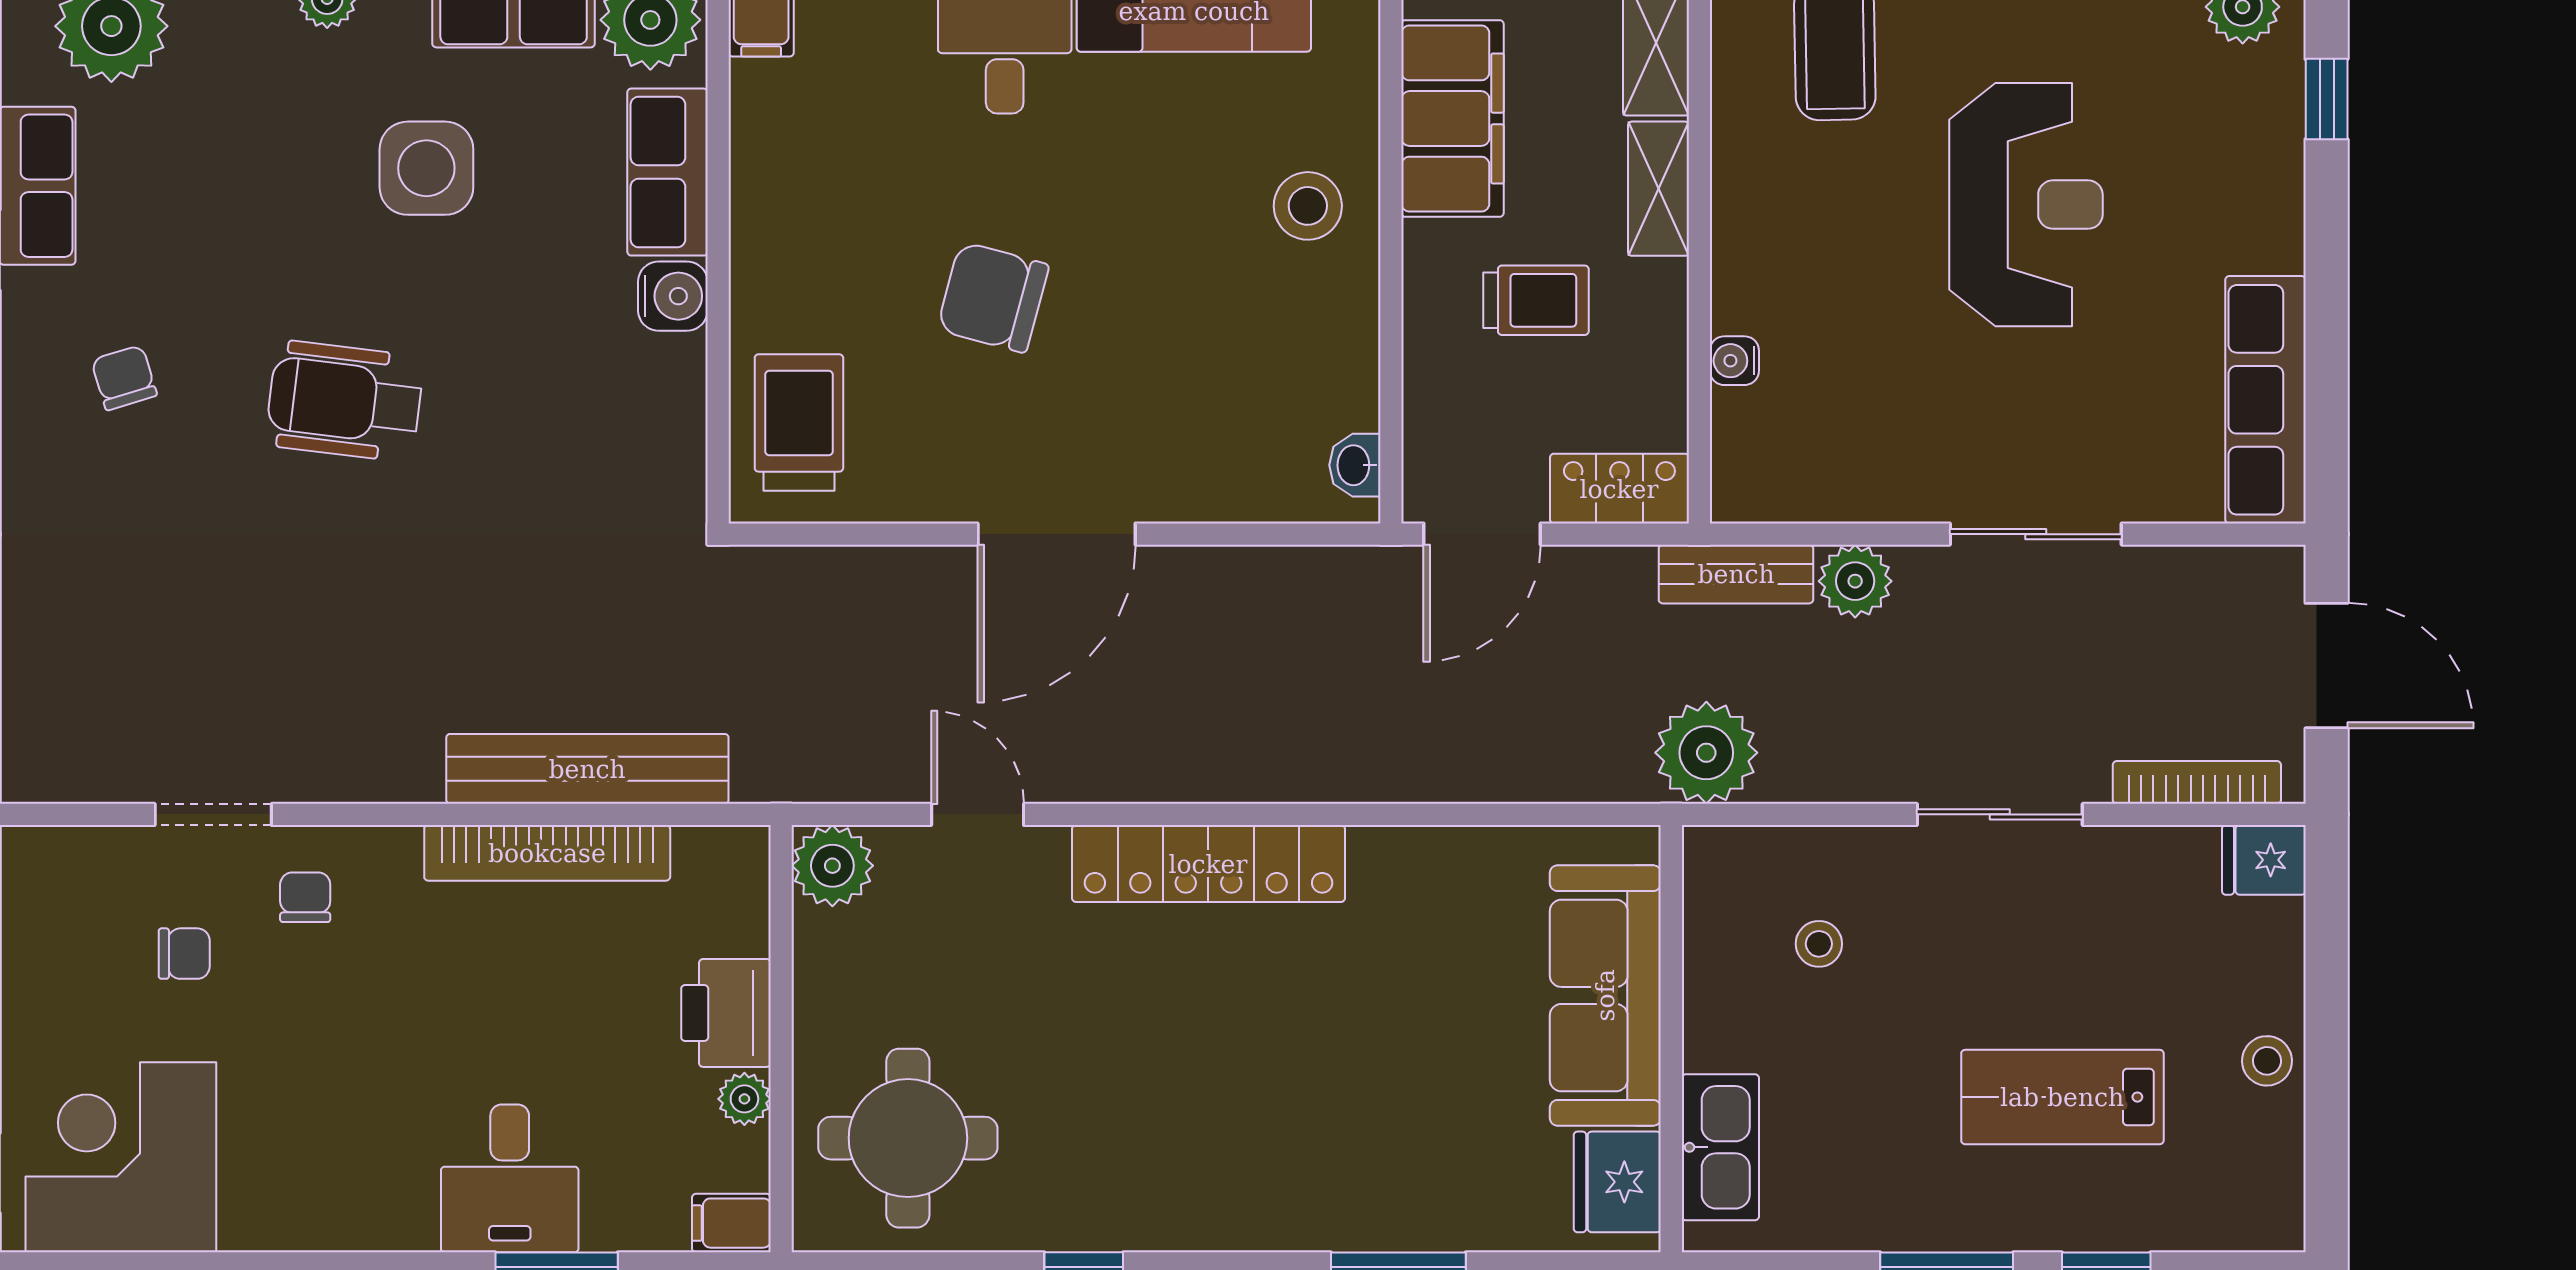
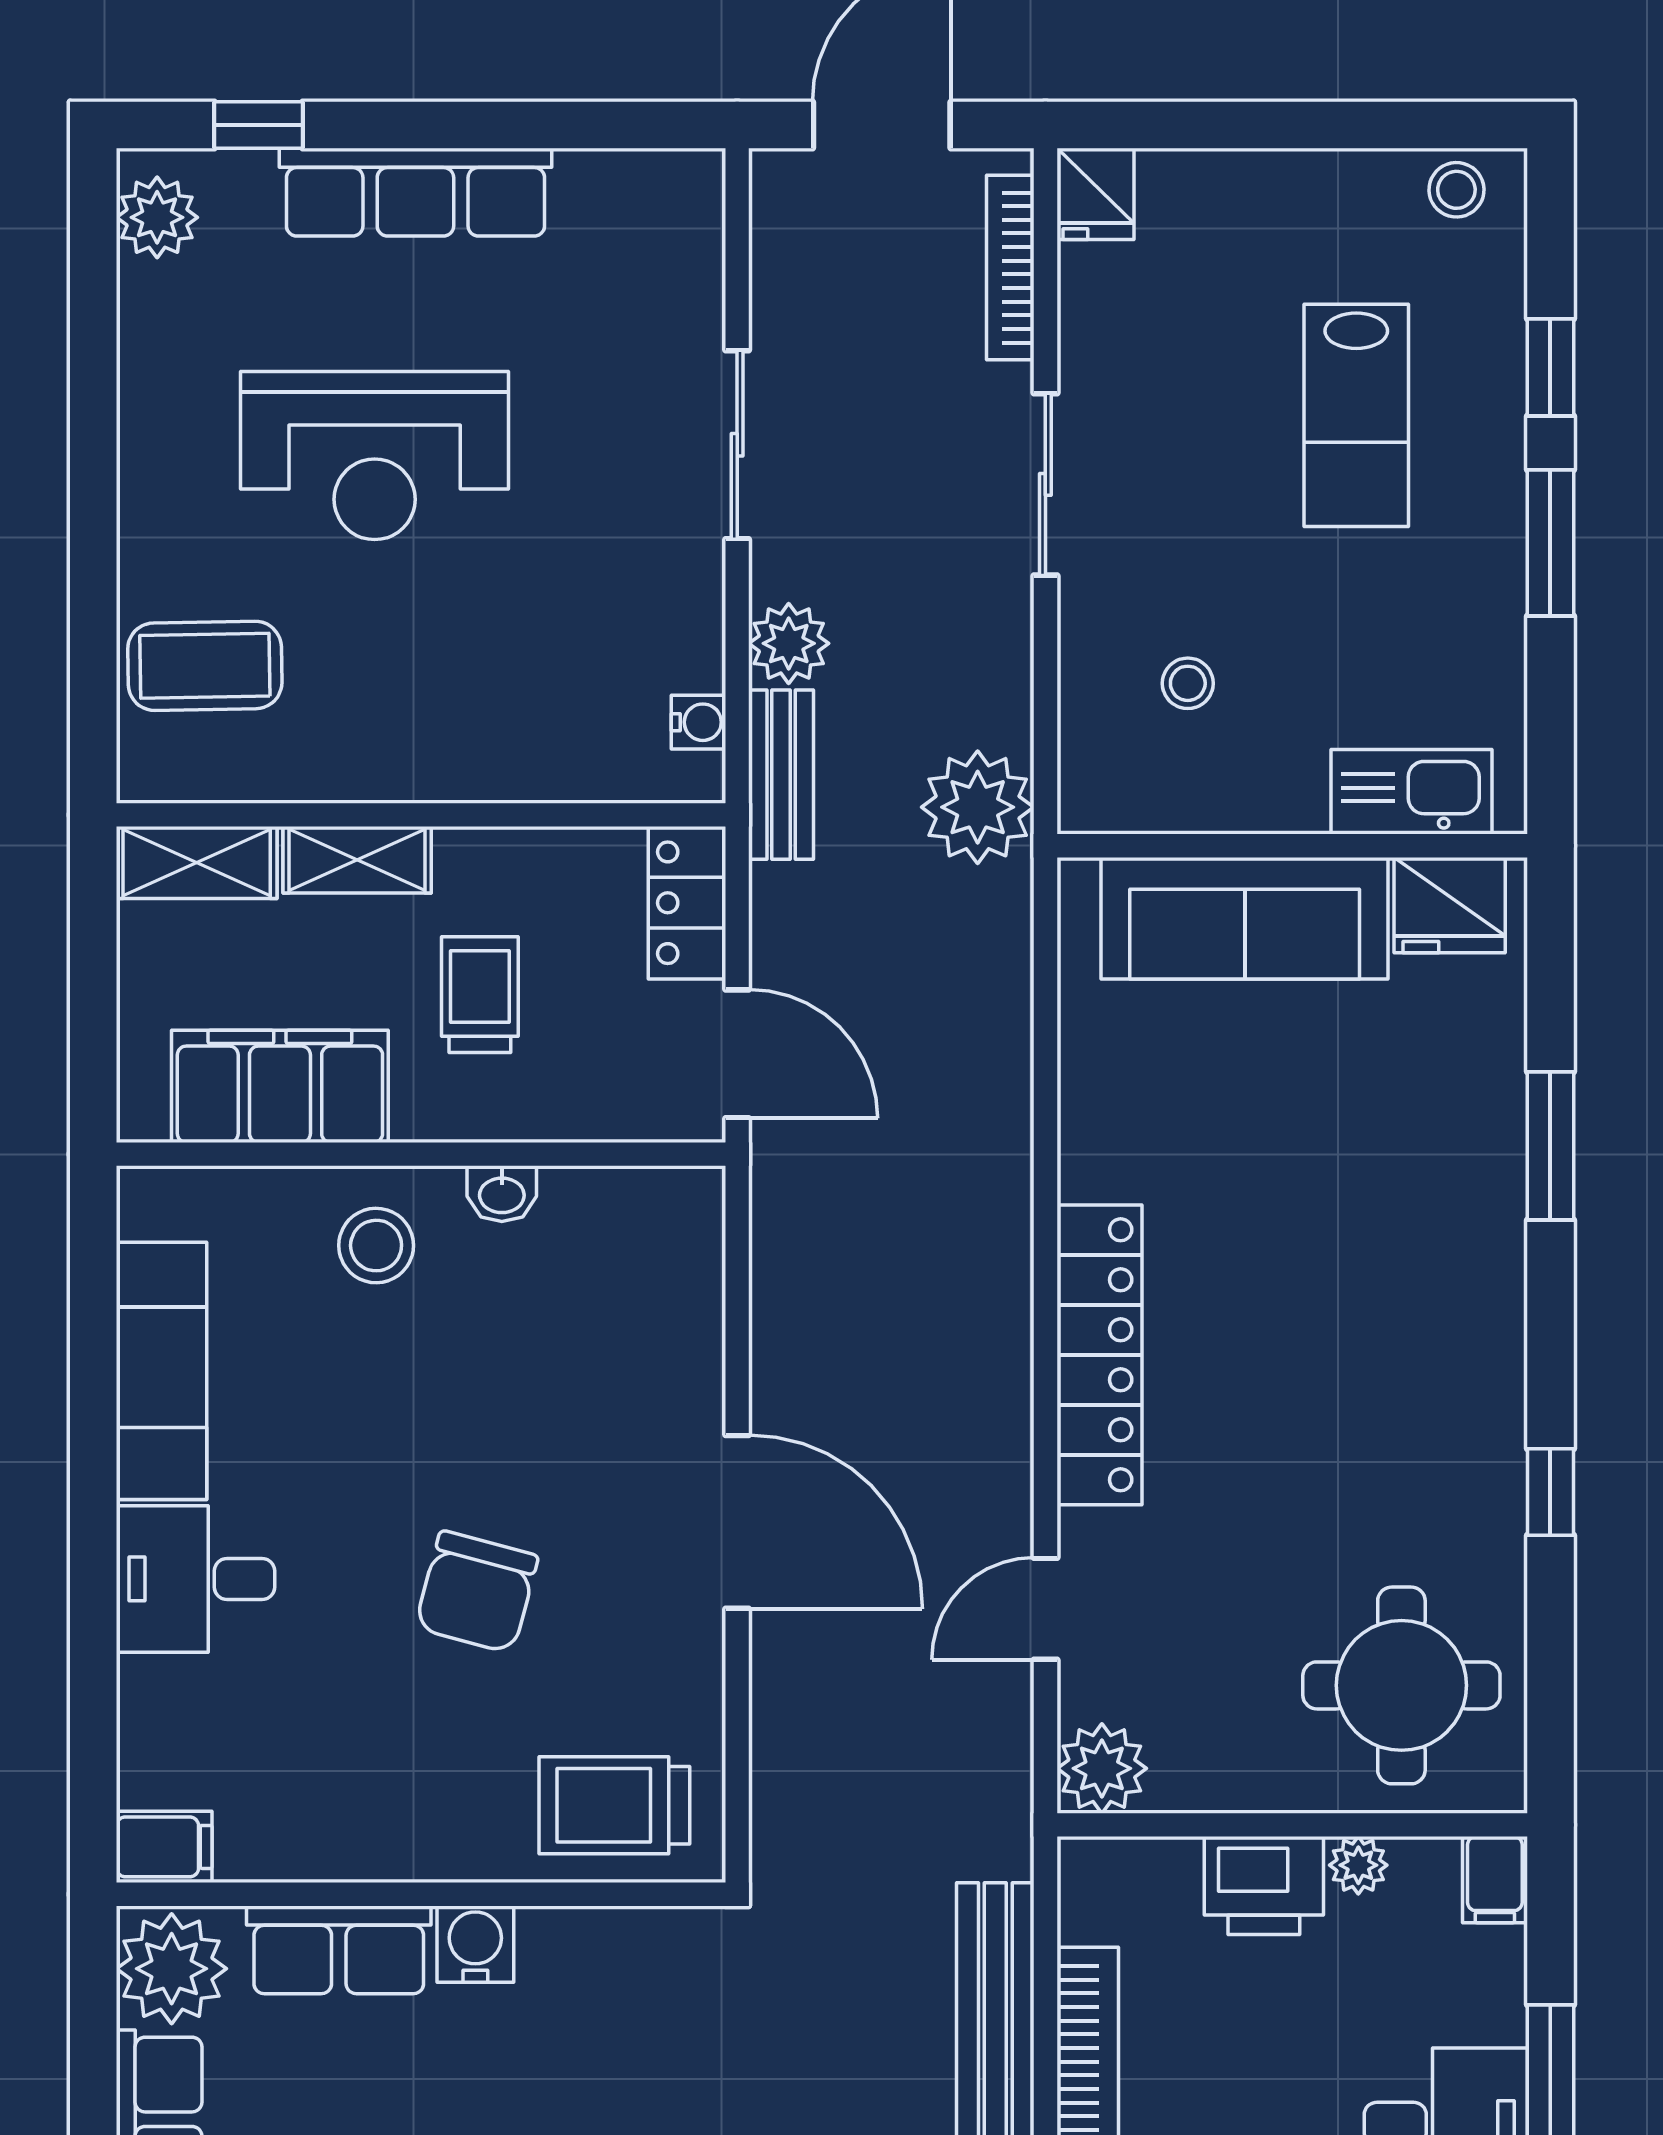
reception desk: (2026, 205) -> (375, 456), turned 180
water cooler: (1734, 361) -> (698, 722), moved, turned -90
row of seats: (2265, 400) -> (415, 192), moved
washbasin: (1355, 465) -> (502, 1194), moved
stool: (2267, 1061) -> (1456, 190), moved

